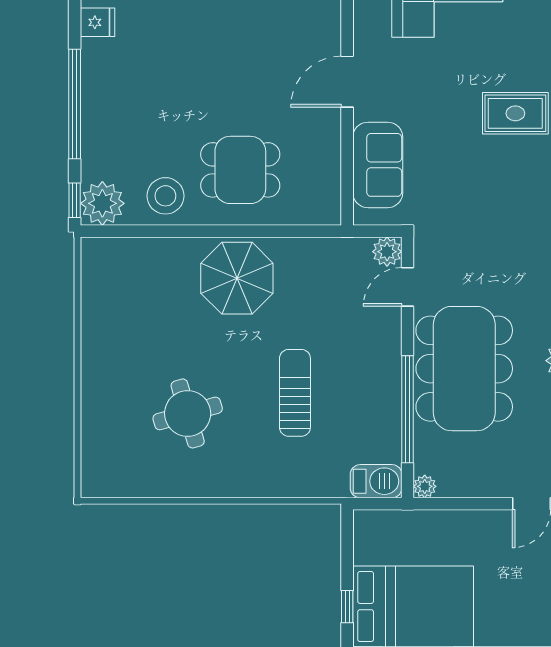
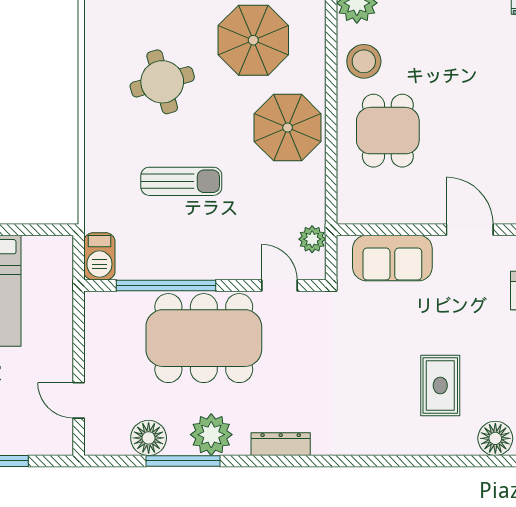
plant: (387, 252) -> (312, 239), moved
parasol: (143, 315) -> (253, 40), added
plant: (425, 486) -> (95, 301), removed

